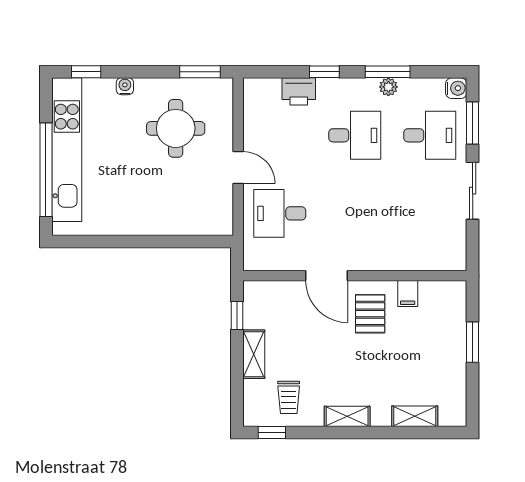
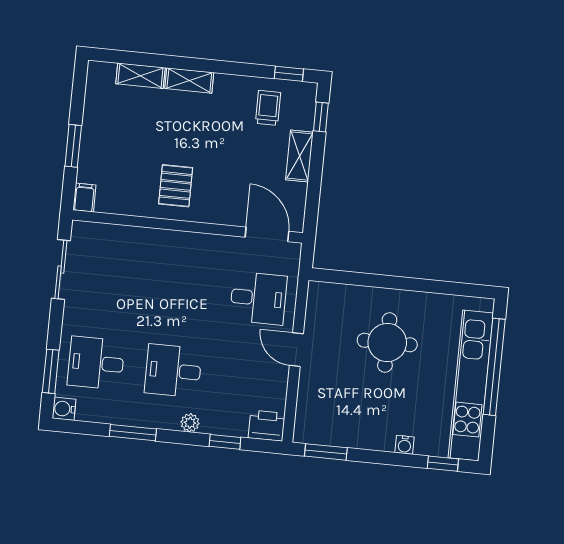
window: (324, 72) -> (225, 442), moved
plant: (388, 87) -> (190, 423), moved
printer: (299, 91) -> (267, 426), moved
round table: (176, 128) -> (387, 343), moved
sliding door: (473, 191) -> (61, 270), moved
door: (327, 276) -> (267, 234), moved
filing cabinet: (408, 294) -> (84, 198), moved
window: (237, 315) -> (321, 117), moved
shelving: (347, 416) -> (189, 81), moved

